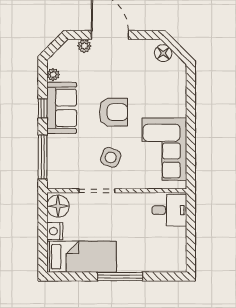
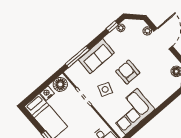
window: (43, 108) -> (112, 27), moved
sofa: (62, 108) -> (96, 56), moved
armchair: (113, 112) -> (128, 72), turned 180

